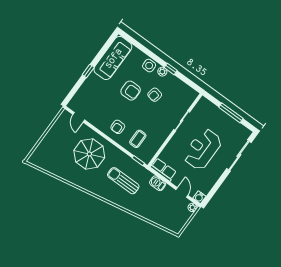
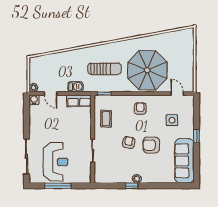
side table: (149, 66) -> (172, 120), moved
armchair: (155, 95) -> (129, 143), moved
coffee table: (138, 139) -> (106, 119), moved
reception desk: (203, 149) -> (56, 162), moved
parasol: (89, 154) -> (147, 70), width x1.36, depth x1.36

